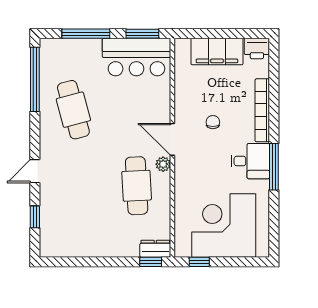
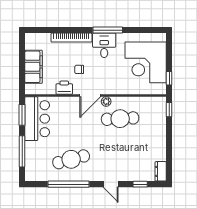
printer: (257, 48) -> (64, 88), moved, turned -90
window: (35, 79) -> (69, 184), moved
dresser: (155, 249) -> (161, 171), moved

